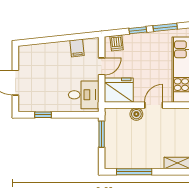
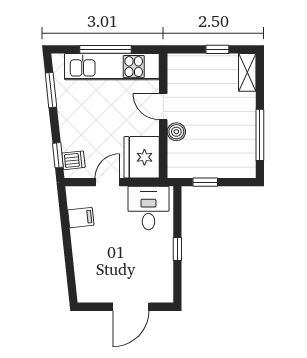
window: (138, 30) -> (58, 155), moved
door: (102, 66) -> (107, 182), hinge flipped
window: (43, 115) -> (177, 249), moved
window: (102, 134) -> (205, 182), width x0.67

